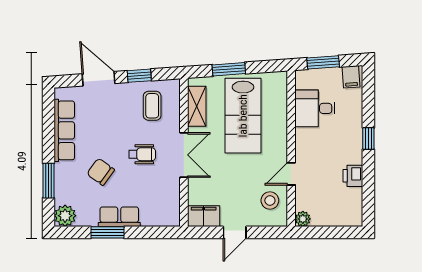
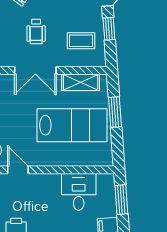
lab bench: (243, 116) -> (72, 125), turned 180

